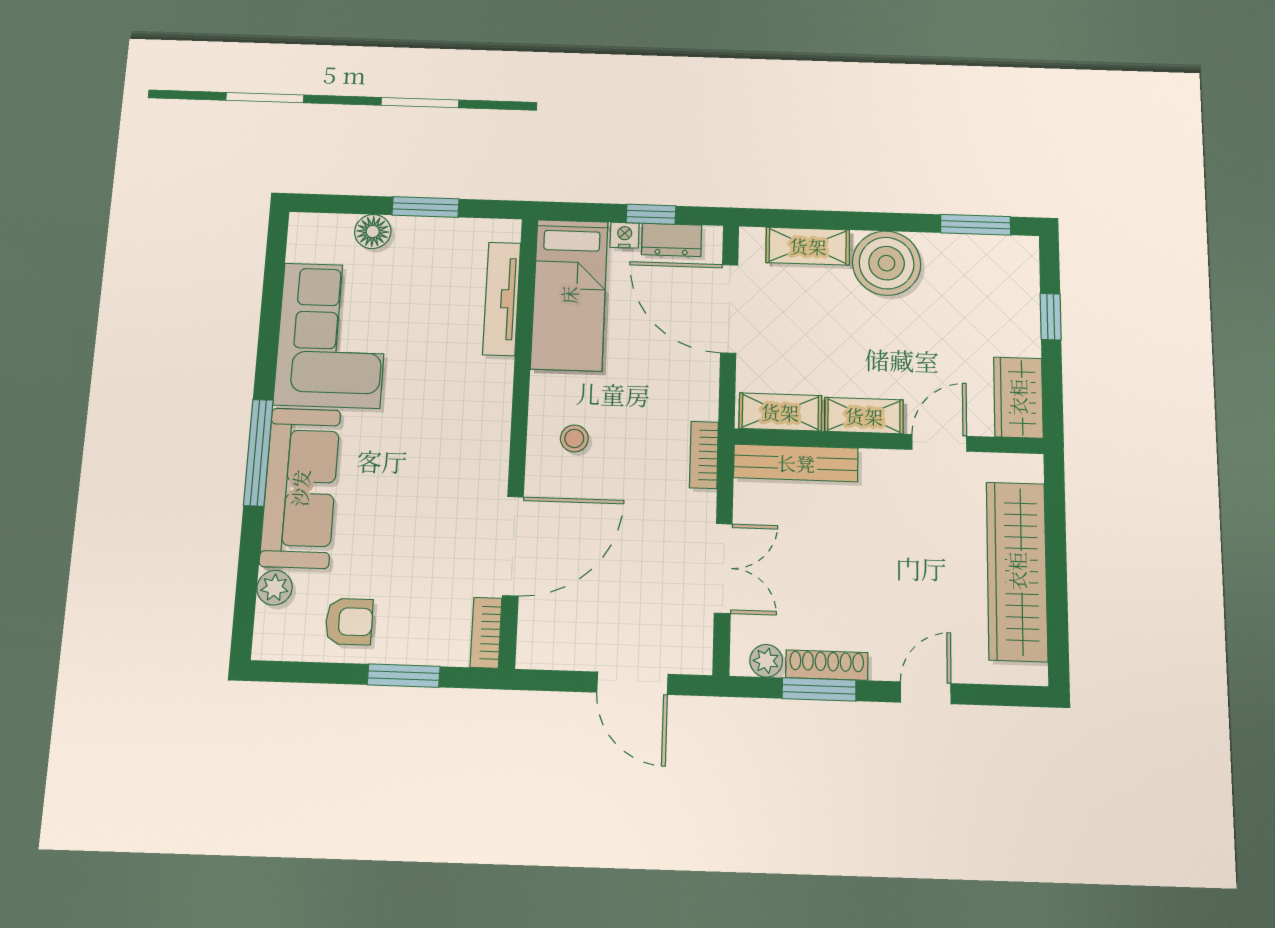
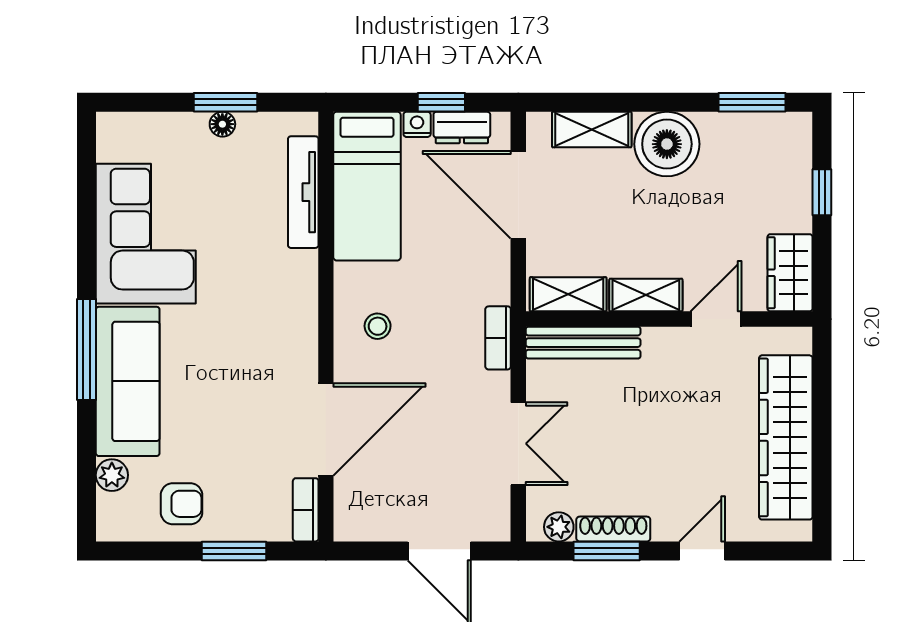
floor lamp: (373, 232) -> (222, 124), moved, width x0.73, depth x0.73

